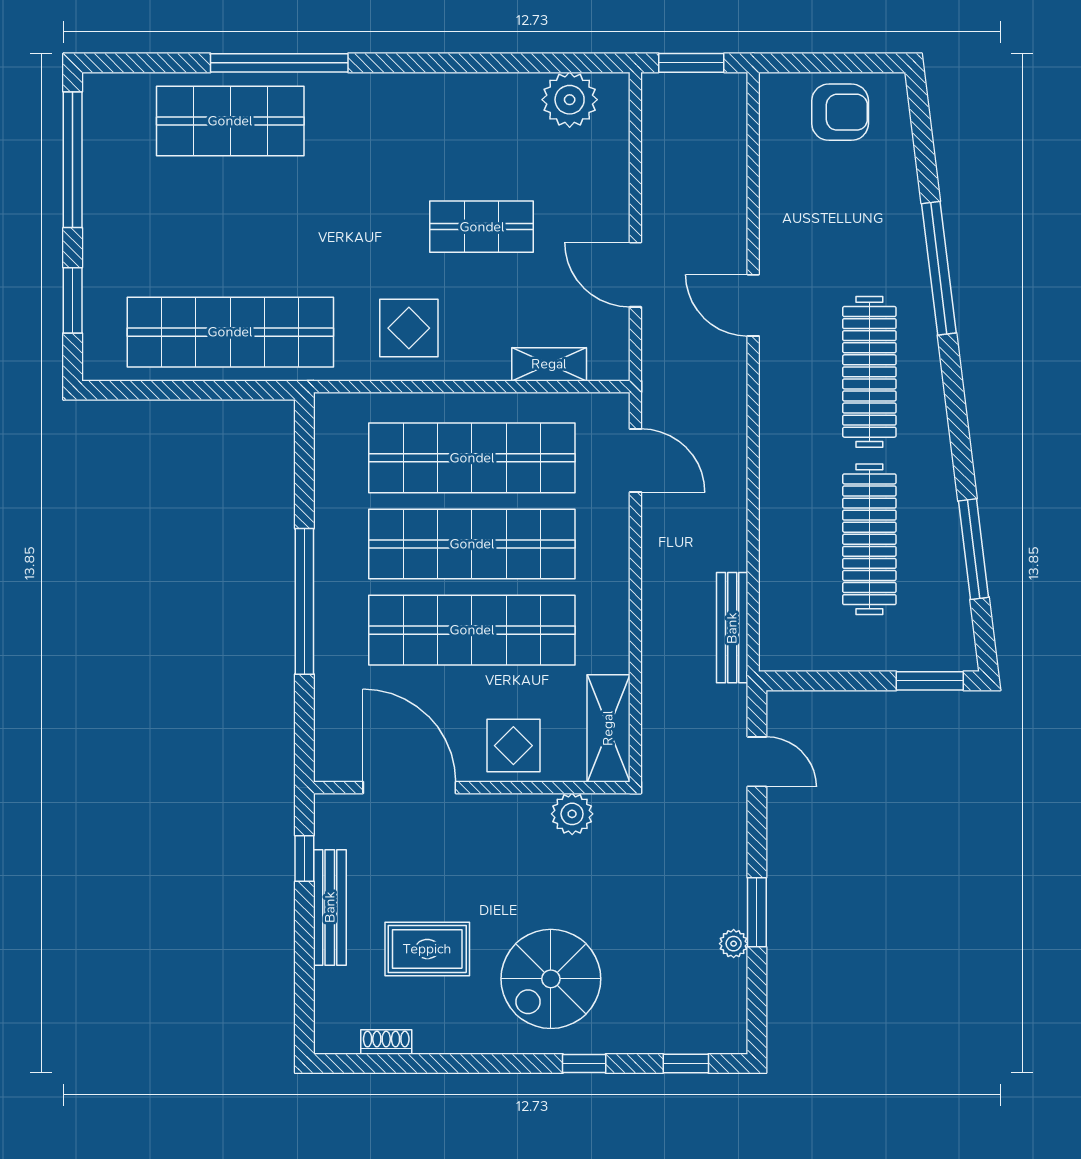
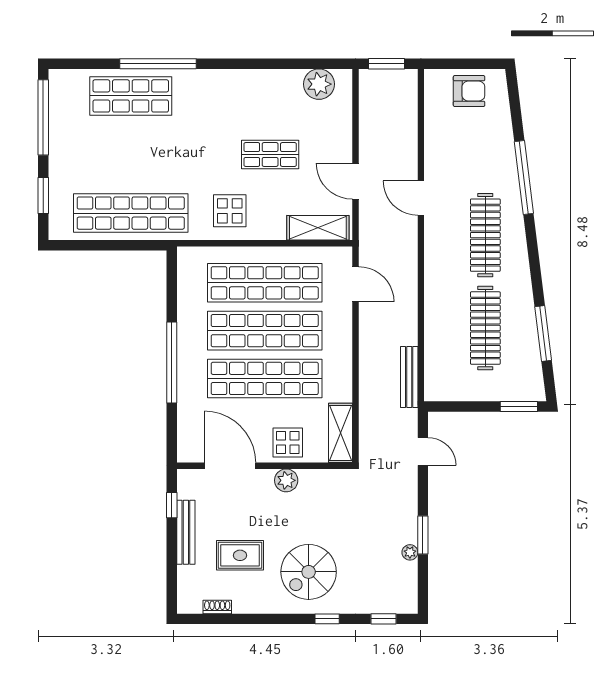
shelving: (549, 364) -> (318, 228), width x1.50, depth x1.33
plant: (572, 814) -> (286, 480), moved

